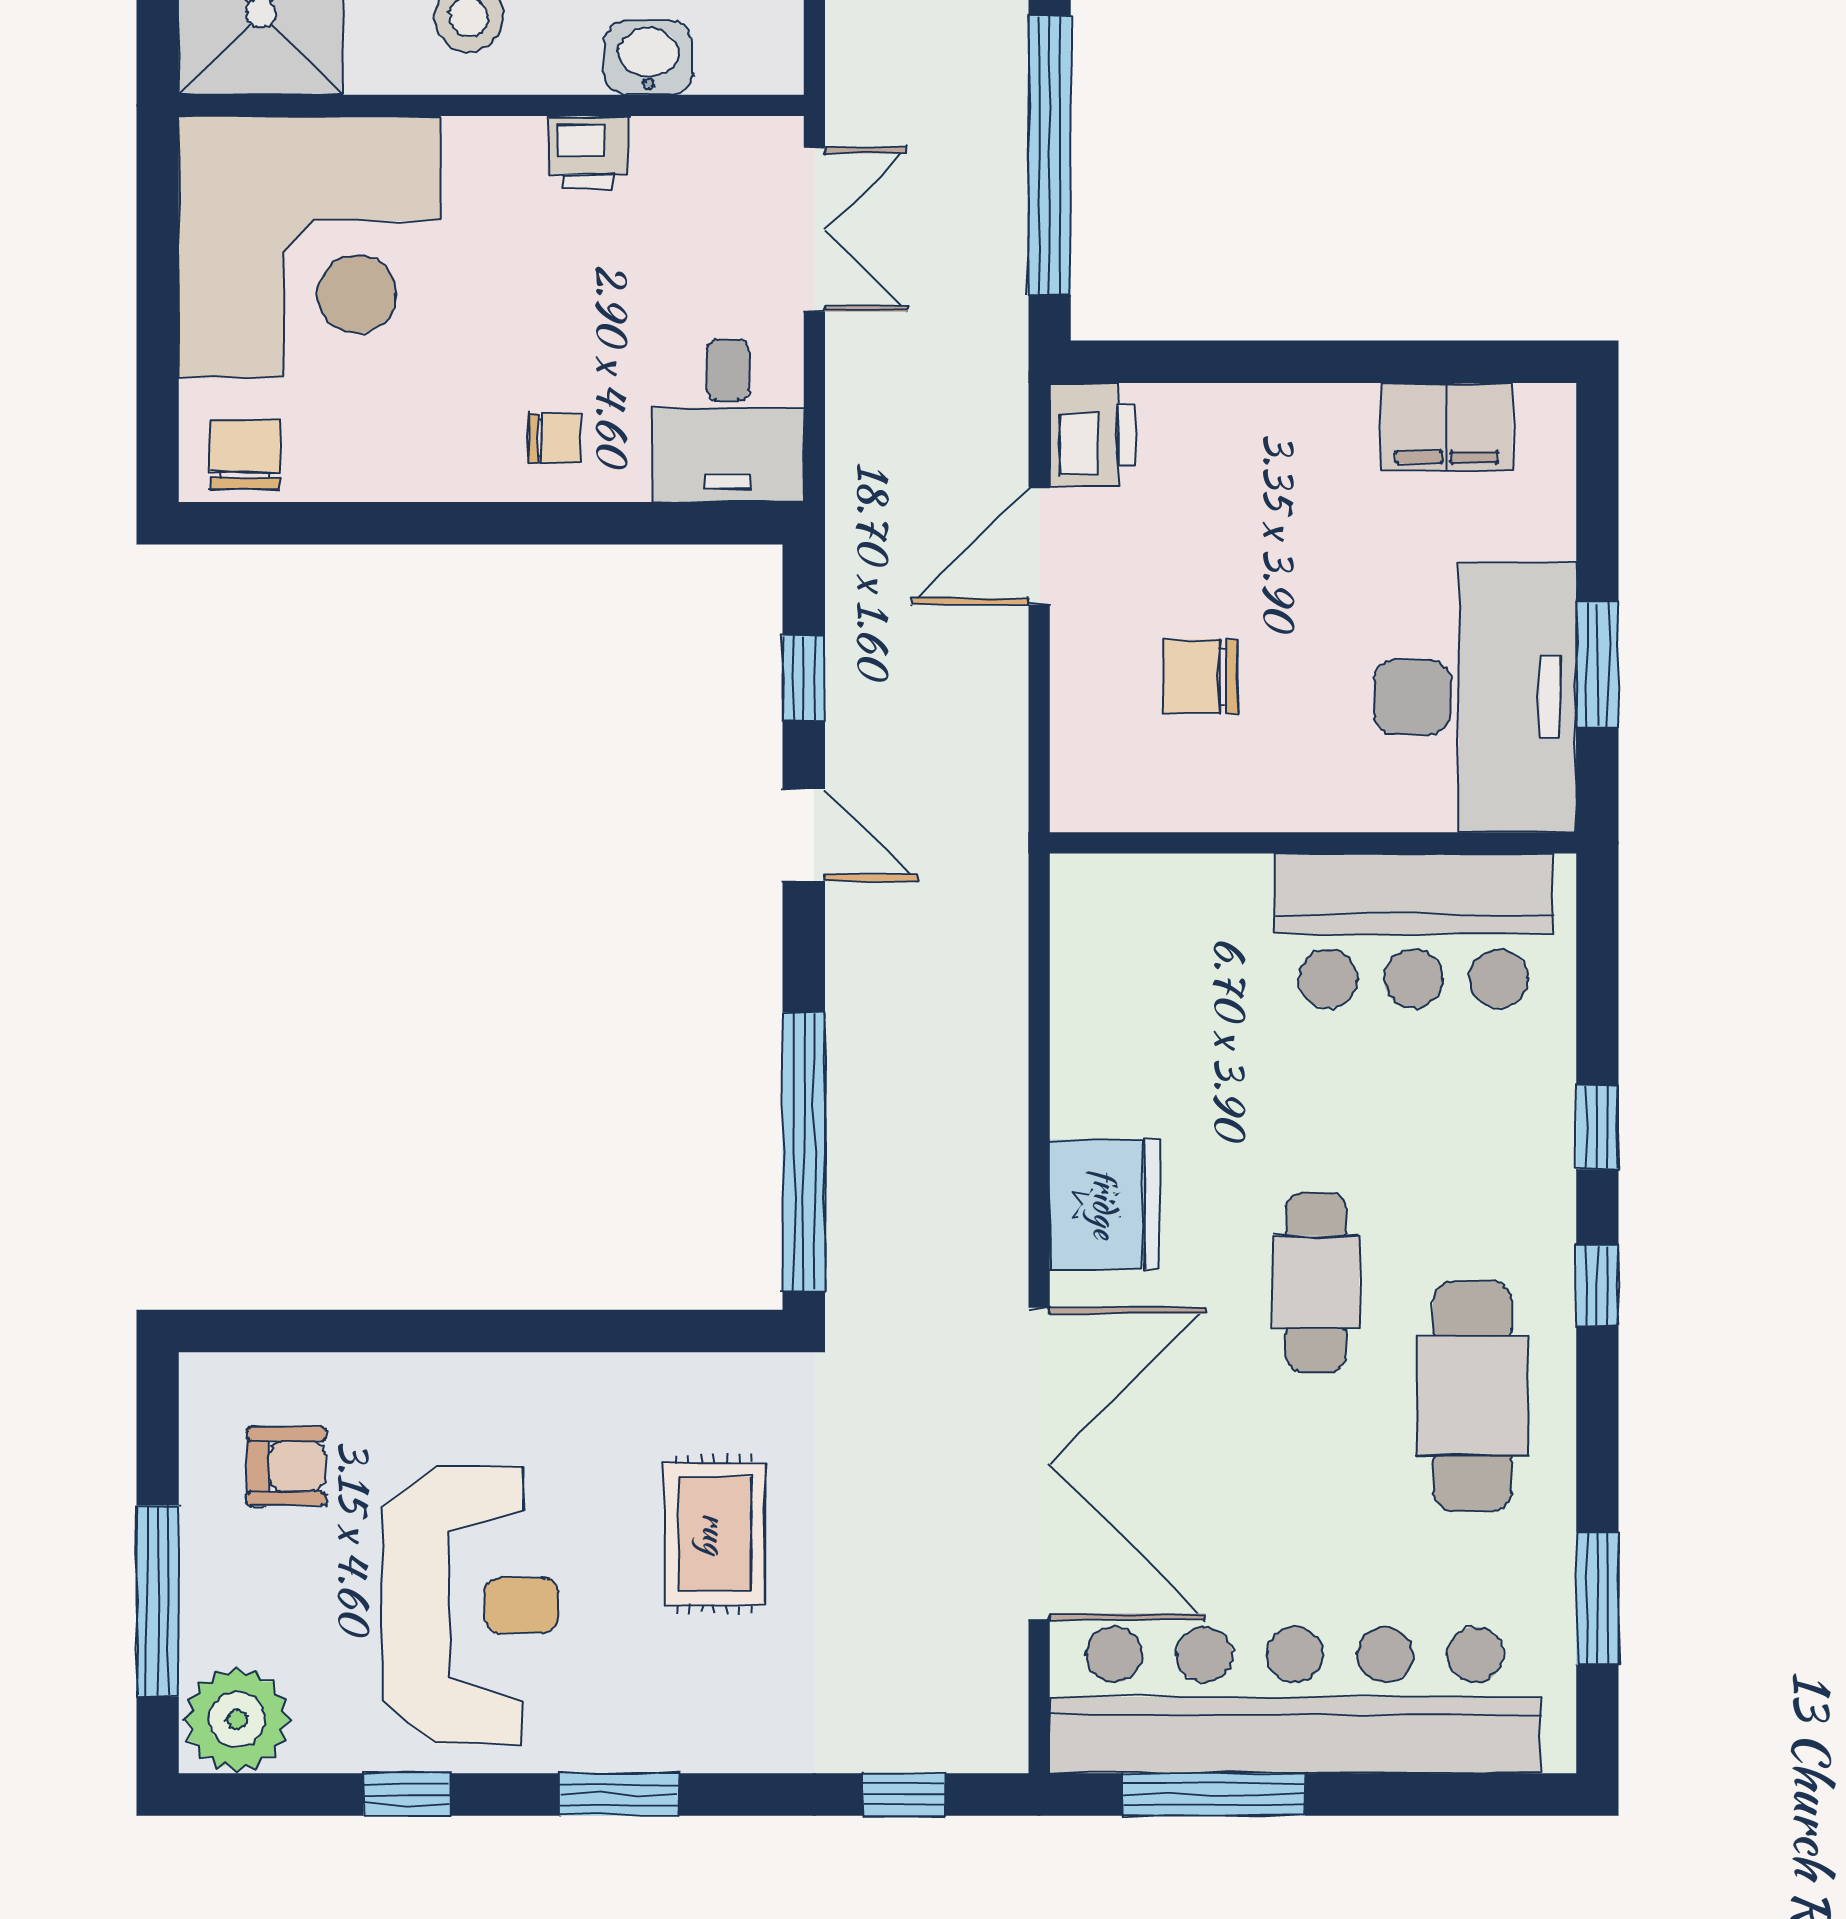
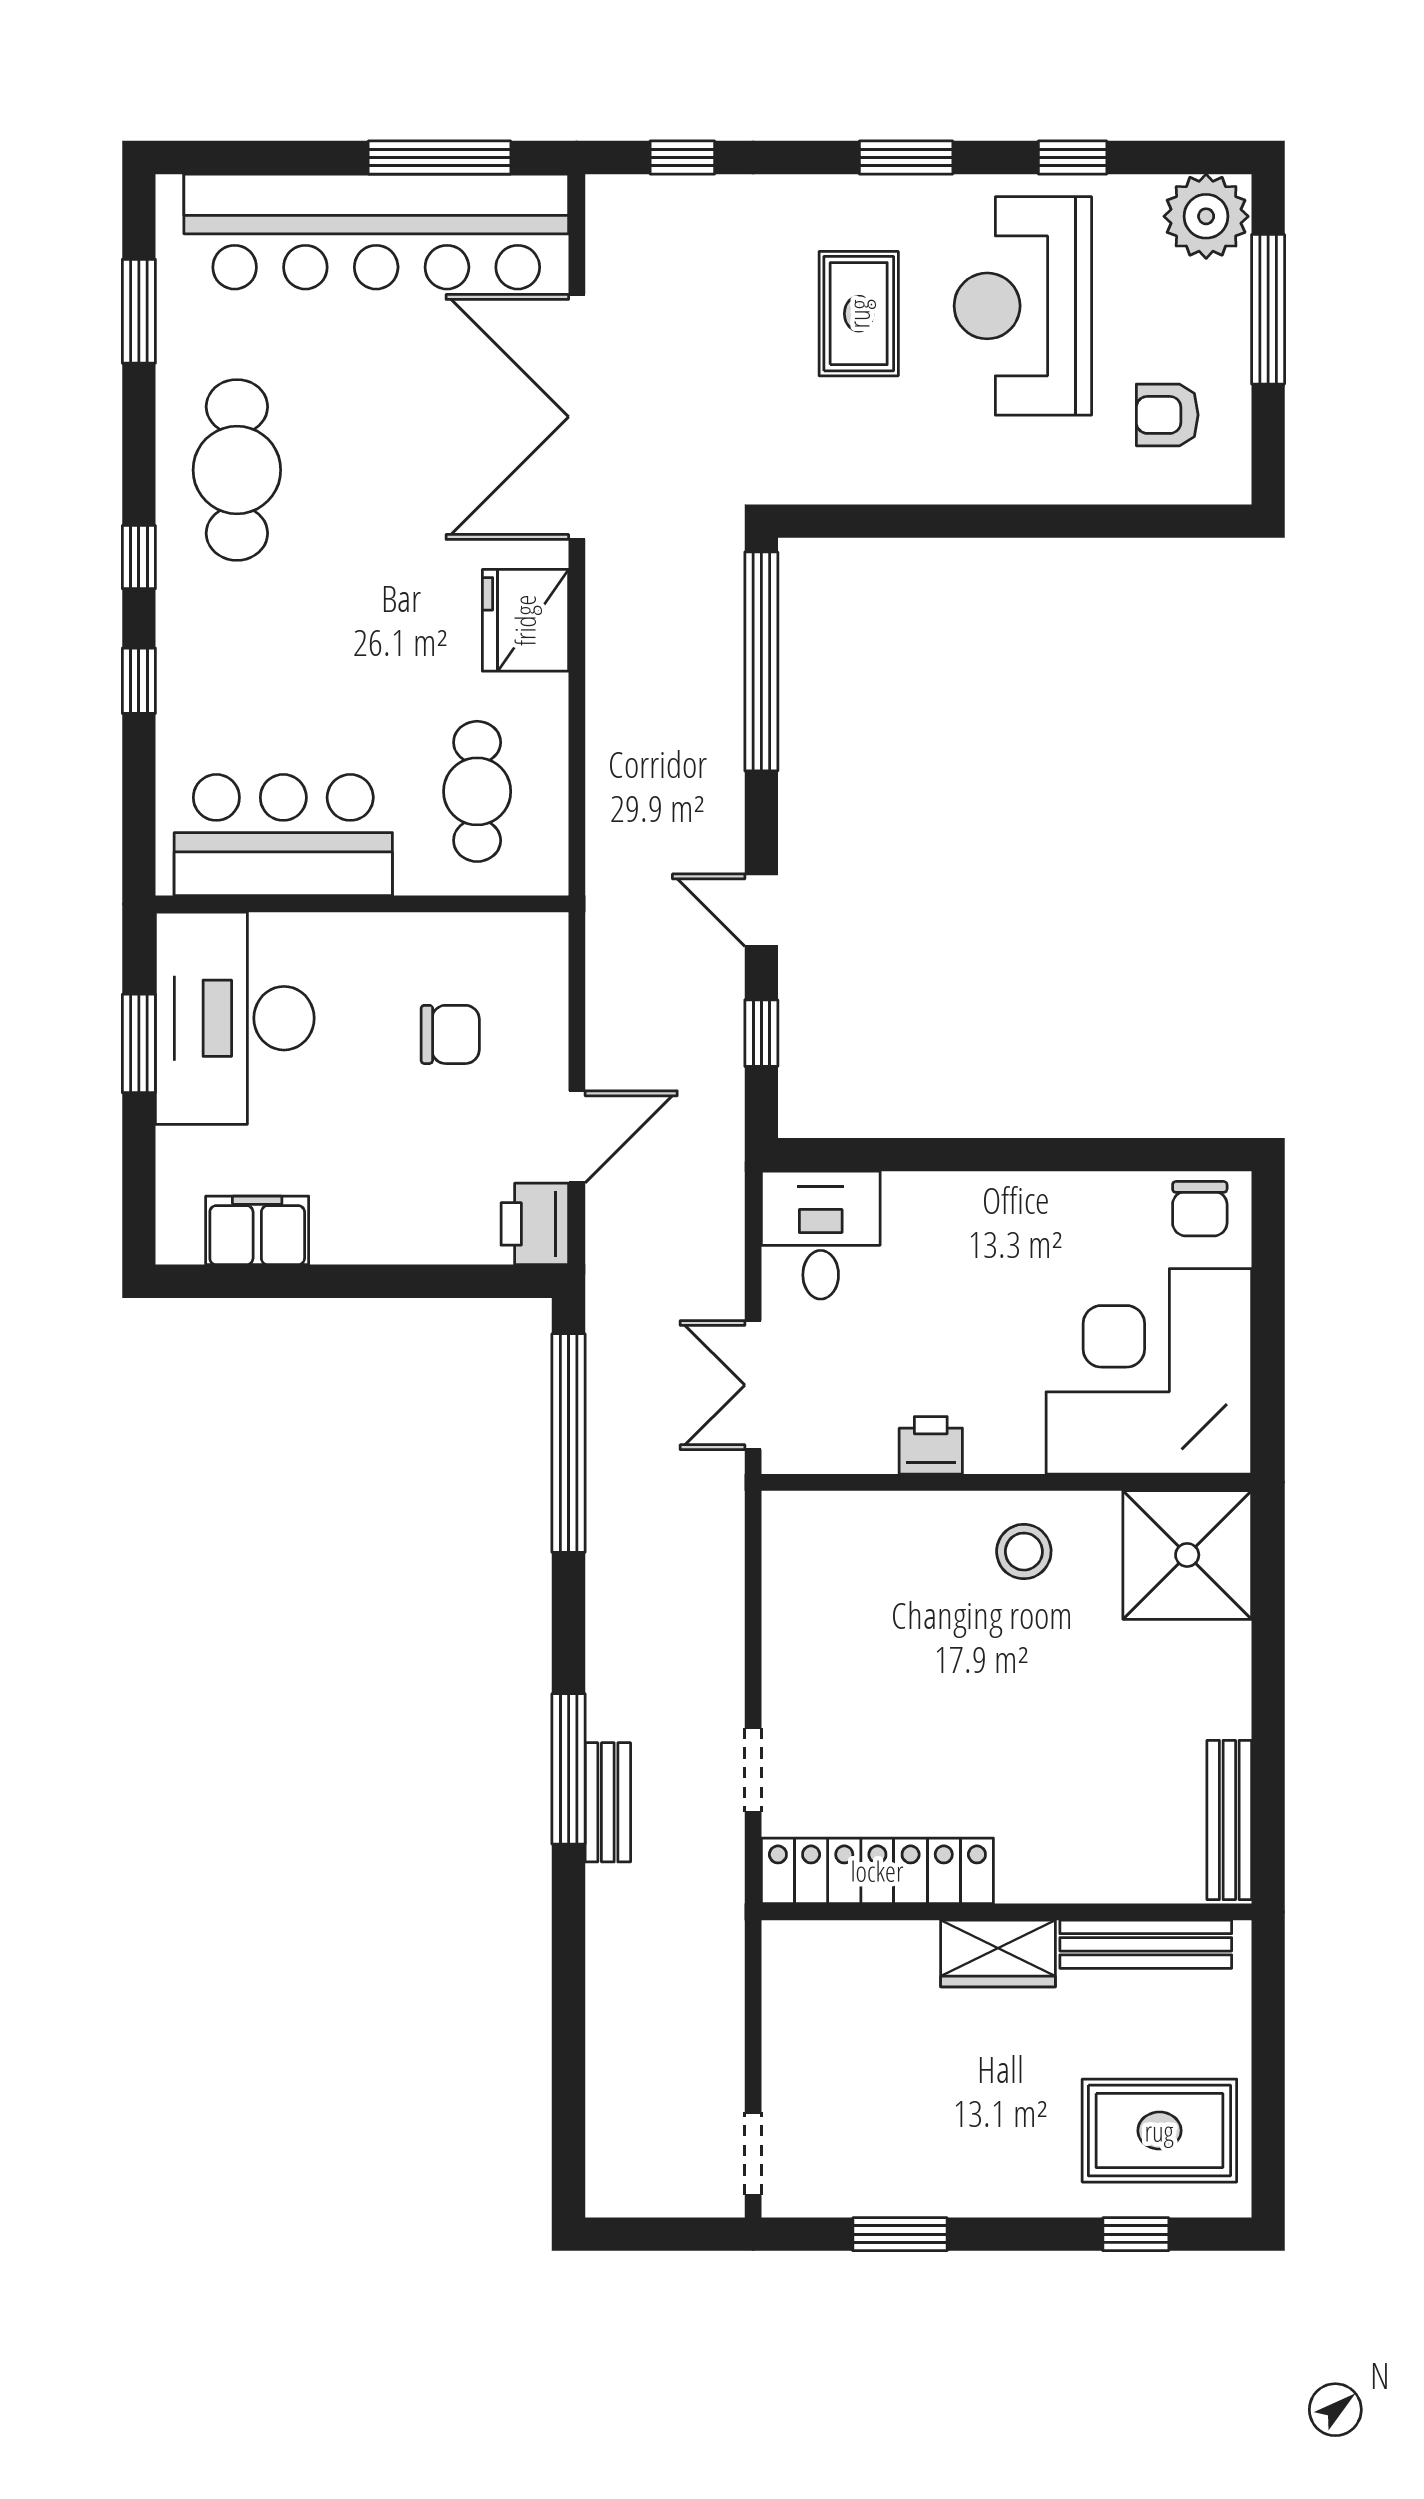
washbasin: (648, 58) -> (883, 1520), removed
chair: (555, 438) -> (957, 1221), removed
cafe table: (1316, 1282) -> (477, 791), moved
rug: (714, 1534) -> (859, 314), moved

